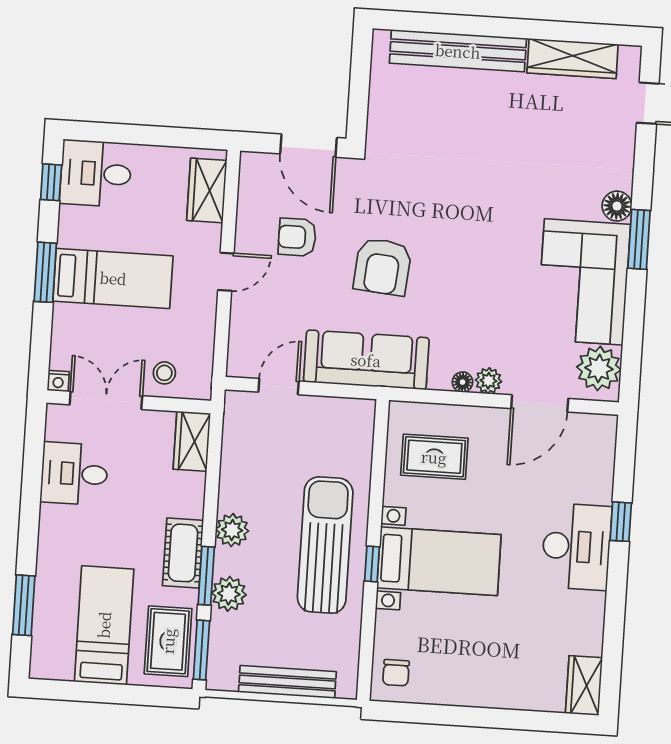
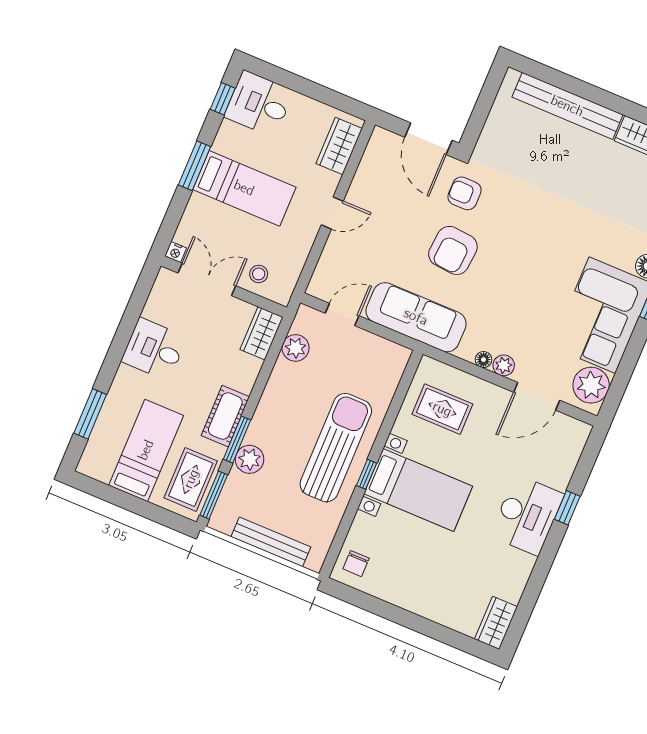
armchair: (297, 237) -> (465, 193), moved
desk: (74, 474) -> (154, 349), moved
plant: (232, 530) -> (296, 348), moved

